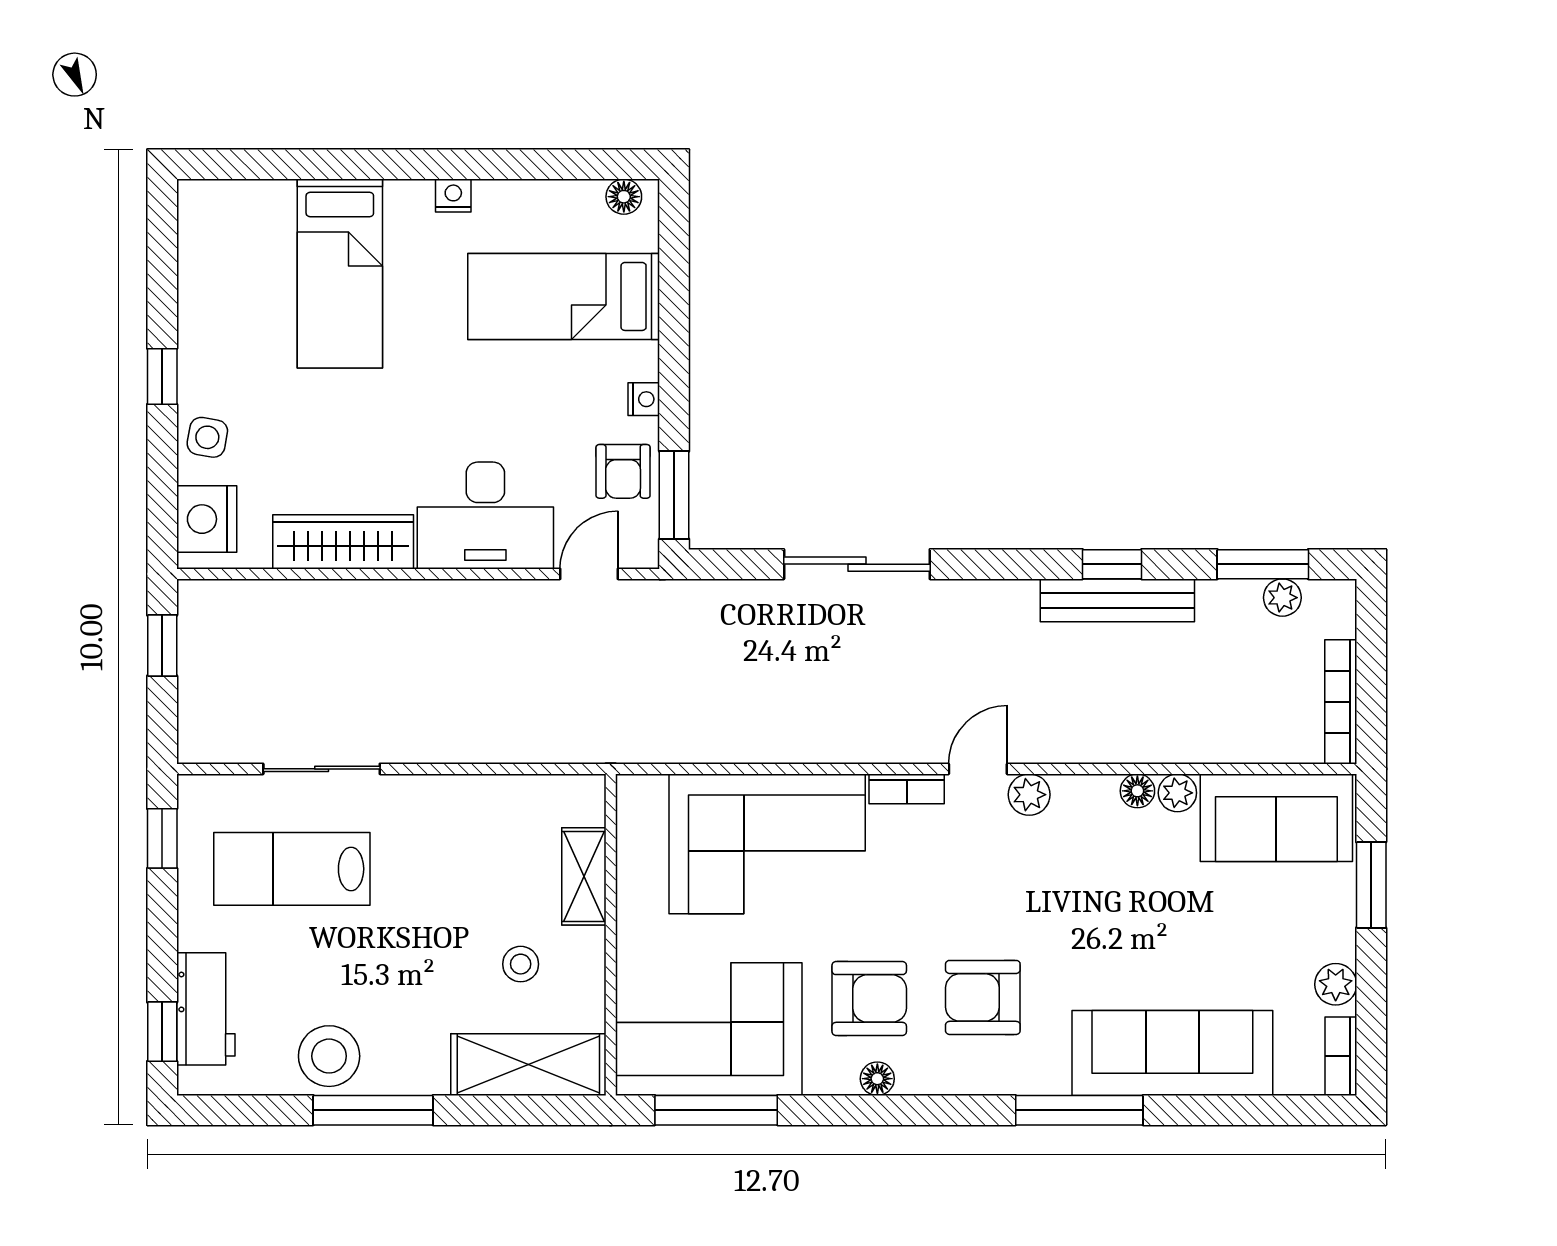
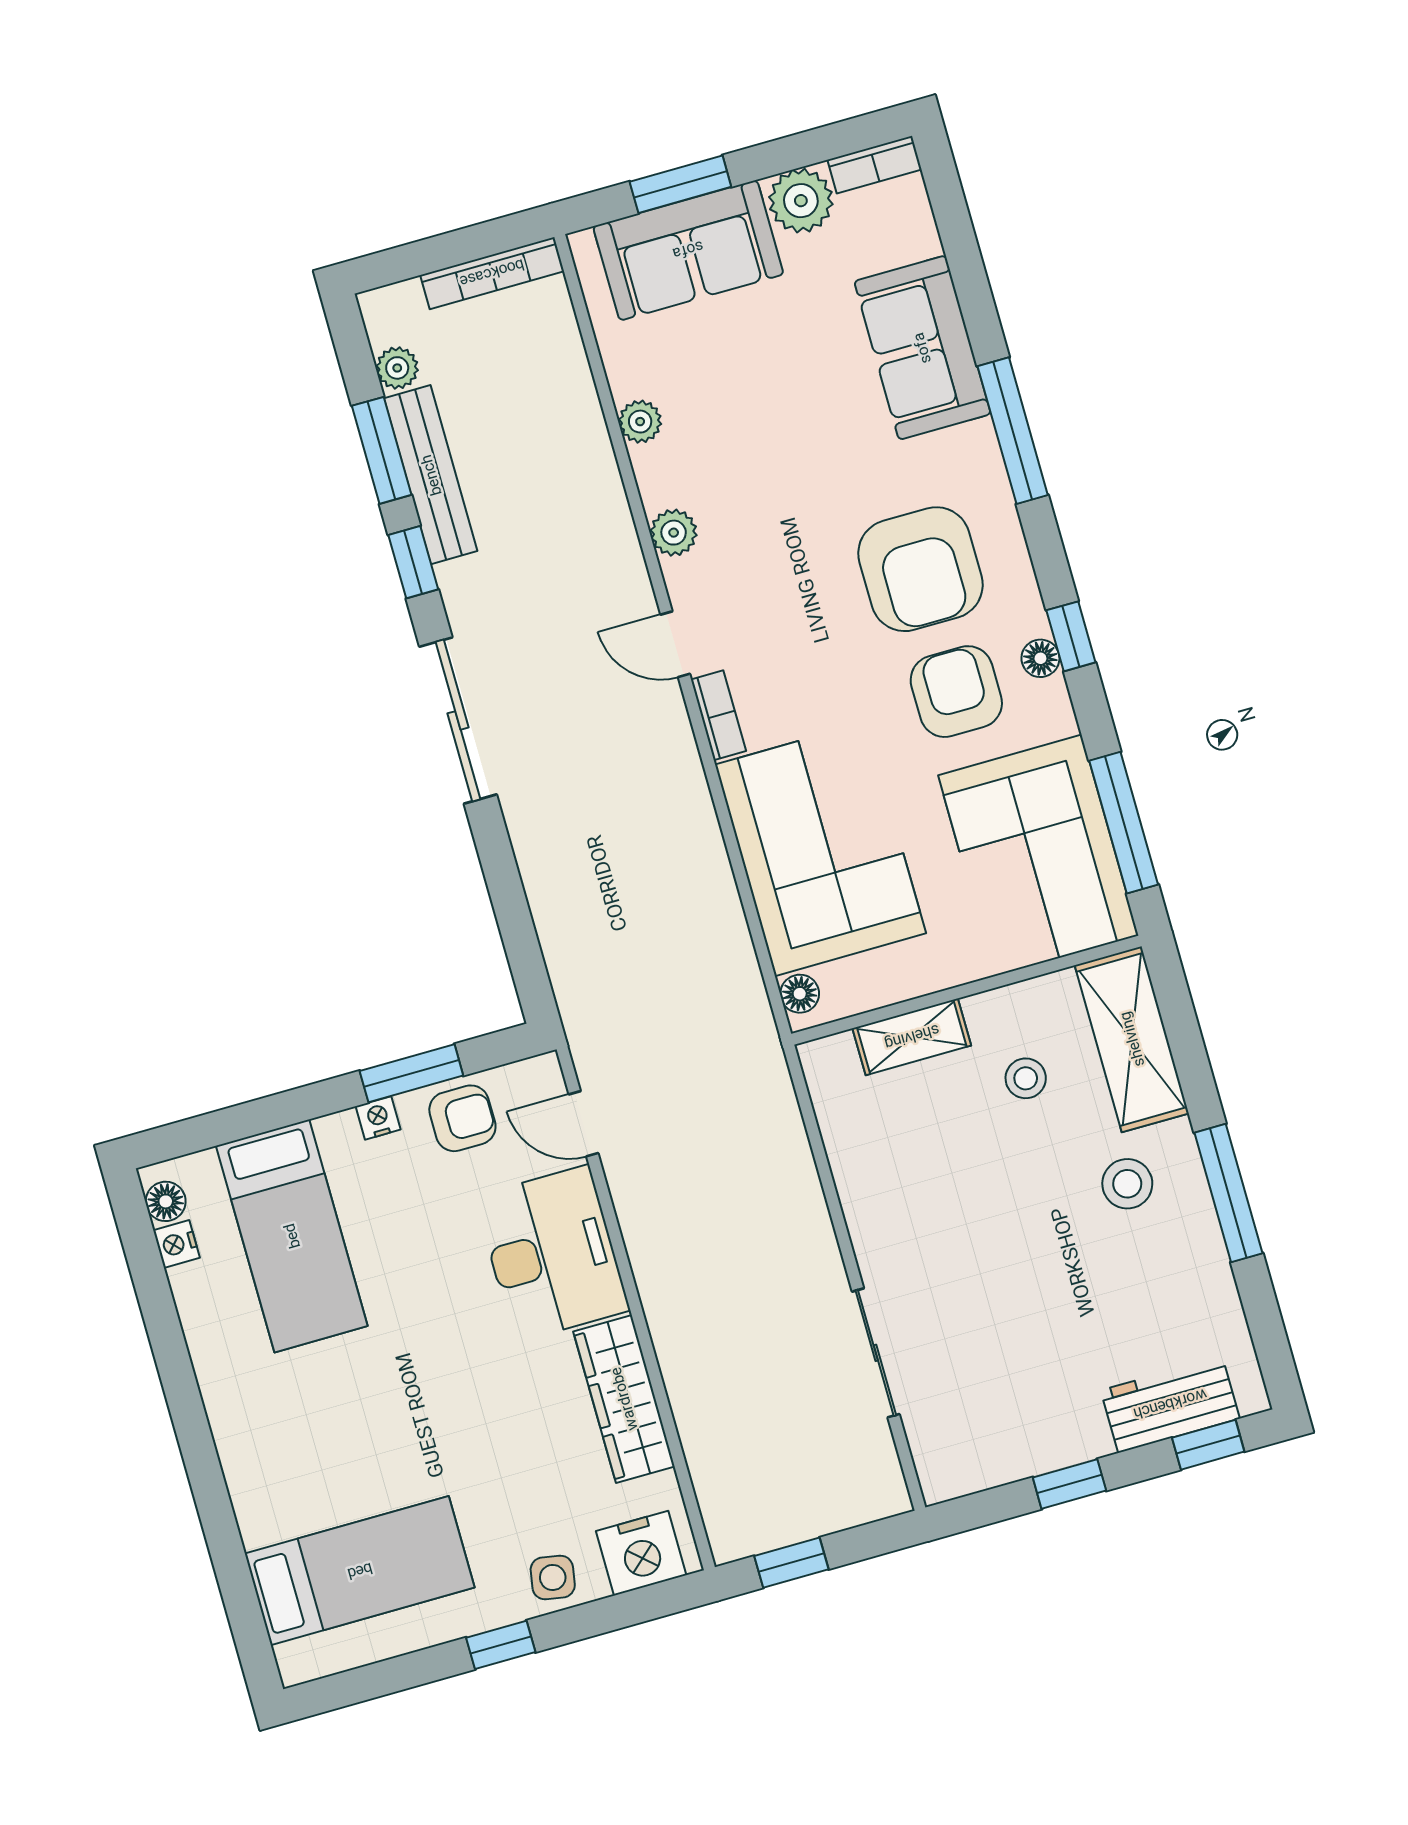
nightstand: (453, 196) -> (177, 1244), moved
bed: (340, 273) -> (360, 1571), moved
window: (674, 495) -> (411, 1073), moved
sliding door: (857, 564) -> (458, 720), moved
window: (1263, 564) -> (382, 450), moved
bench: (1117, 600) -> (431, 475), moved
floor lamp: (1137, 791) -> (800, 994), moved
plant: (1029, 795) -> (674, 533), moved
sofa: (1276, 818) -> (688, 250), moved, turned 90
window: (162, 838) -> (1069, 1484), moved
lab bench: (292, 869) -> (993, 1354), removed
plant: (1336, 984) -> (801, 201), width x1.38, depth x1.38
armchair: (983, 997) -> (920, 569), width x1.36, depth x1.36
sofa: (1172, 1053) -> (922, 348), width x0.73
stool: (329, 1056) -> (1127, 1184), moved, width x0.73, depth x0.73
window: (889, 1110) -> (1071, 636), added

